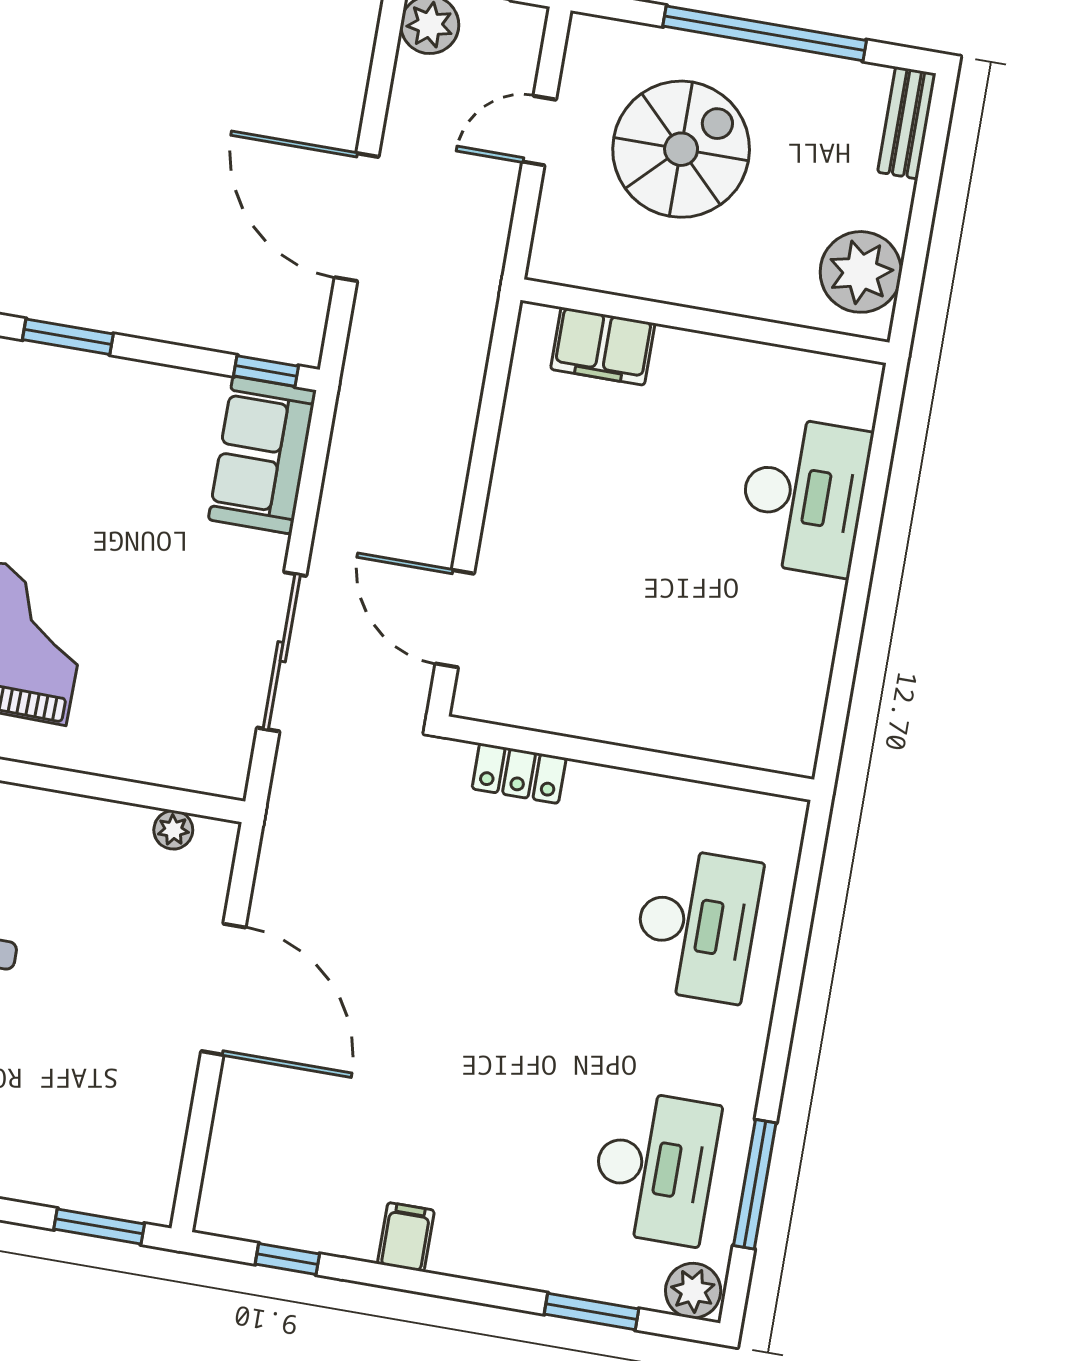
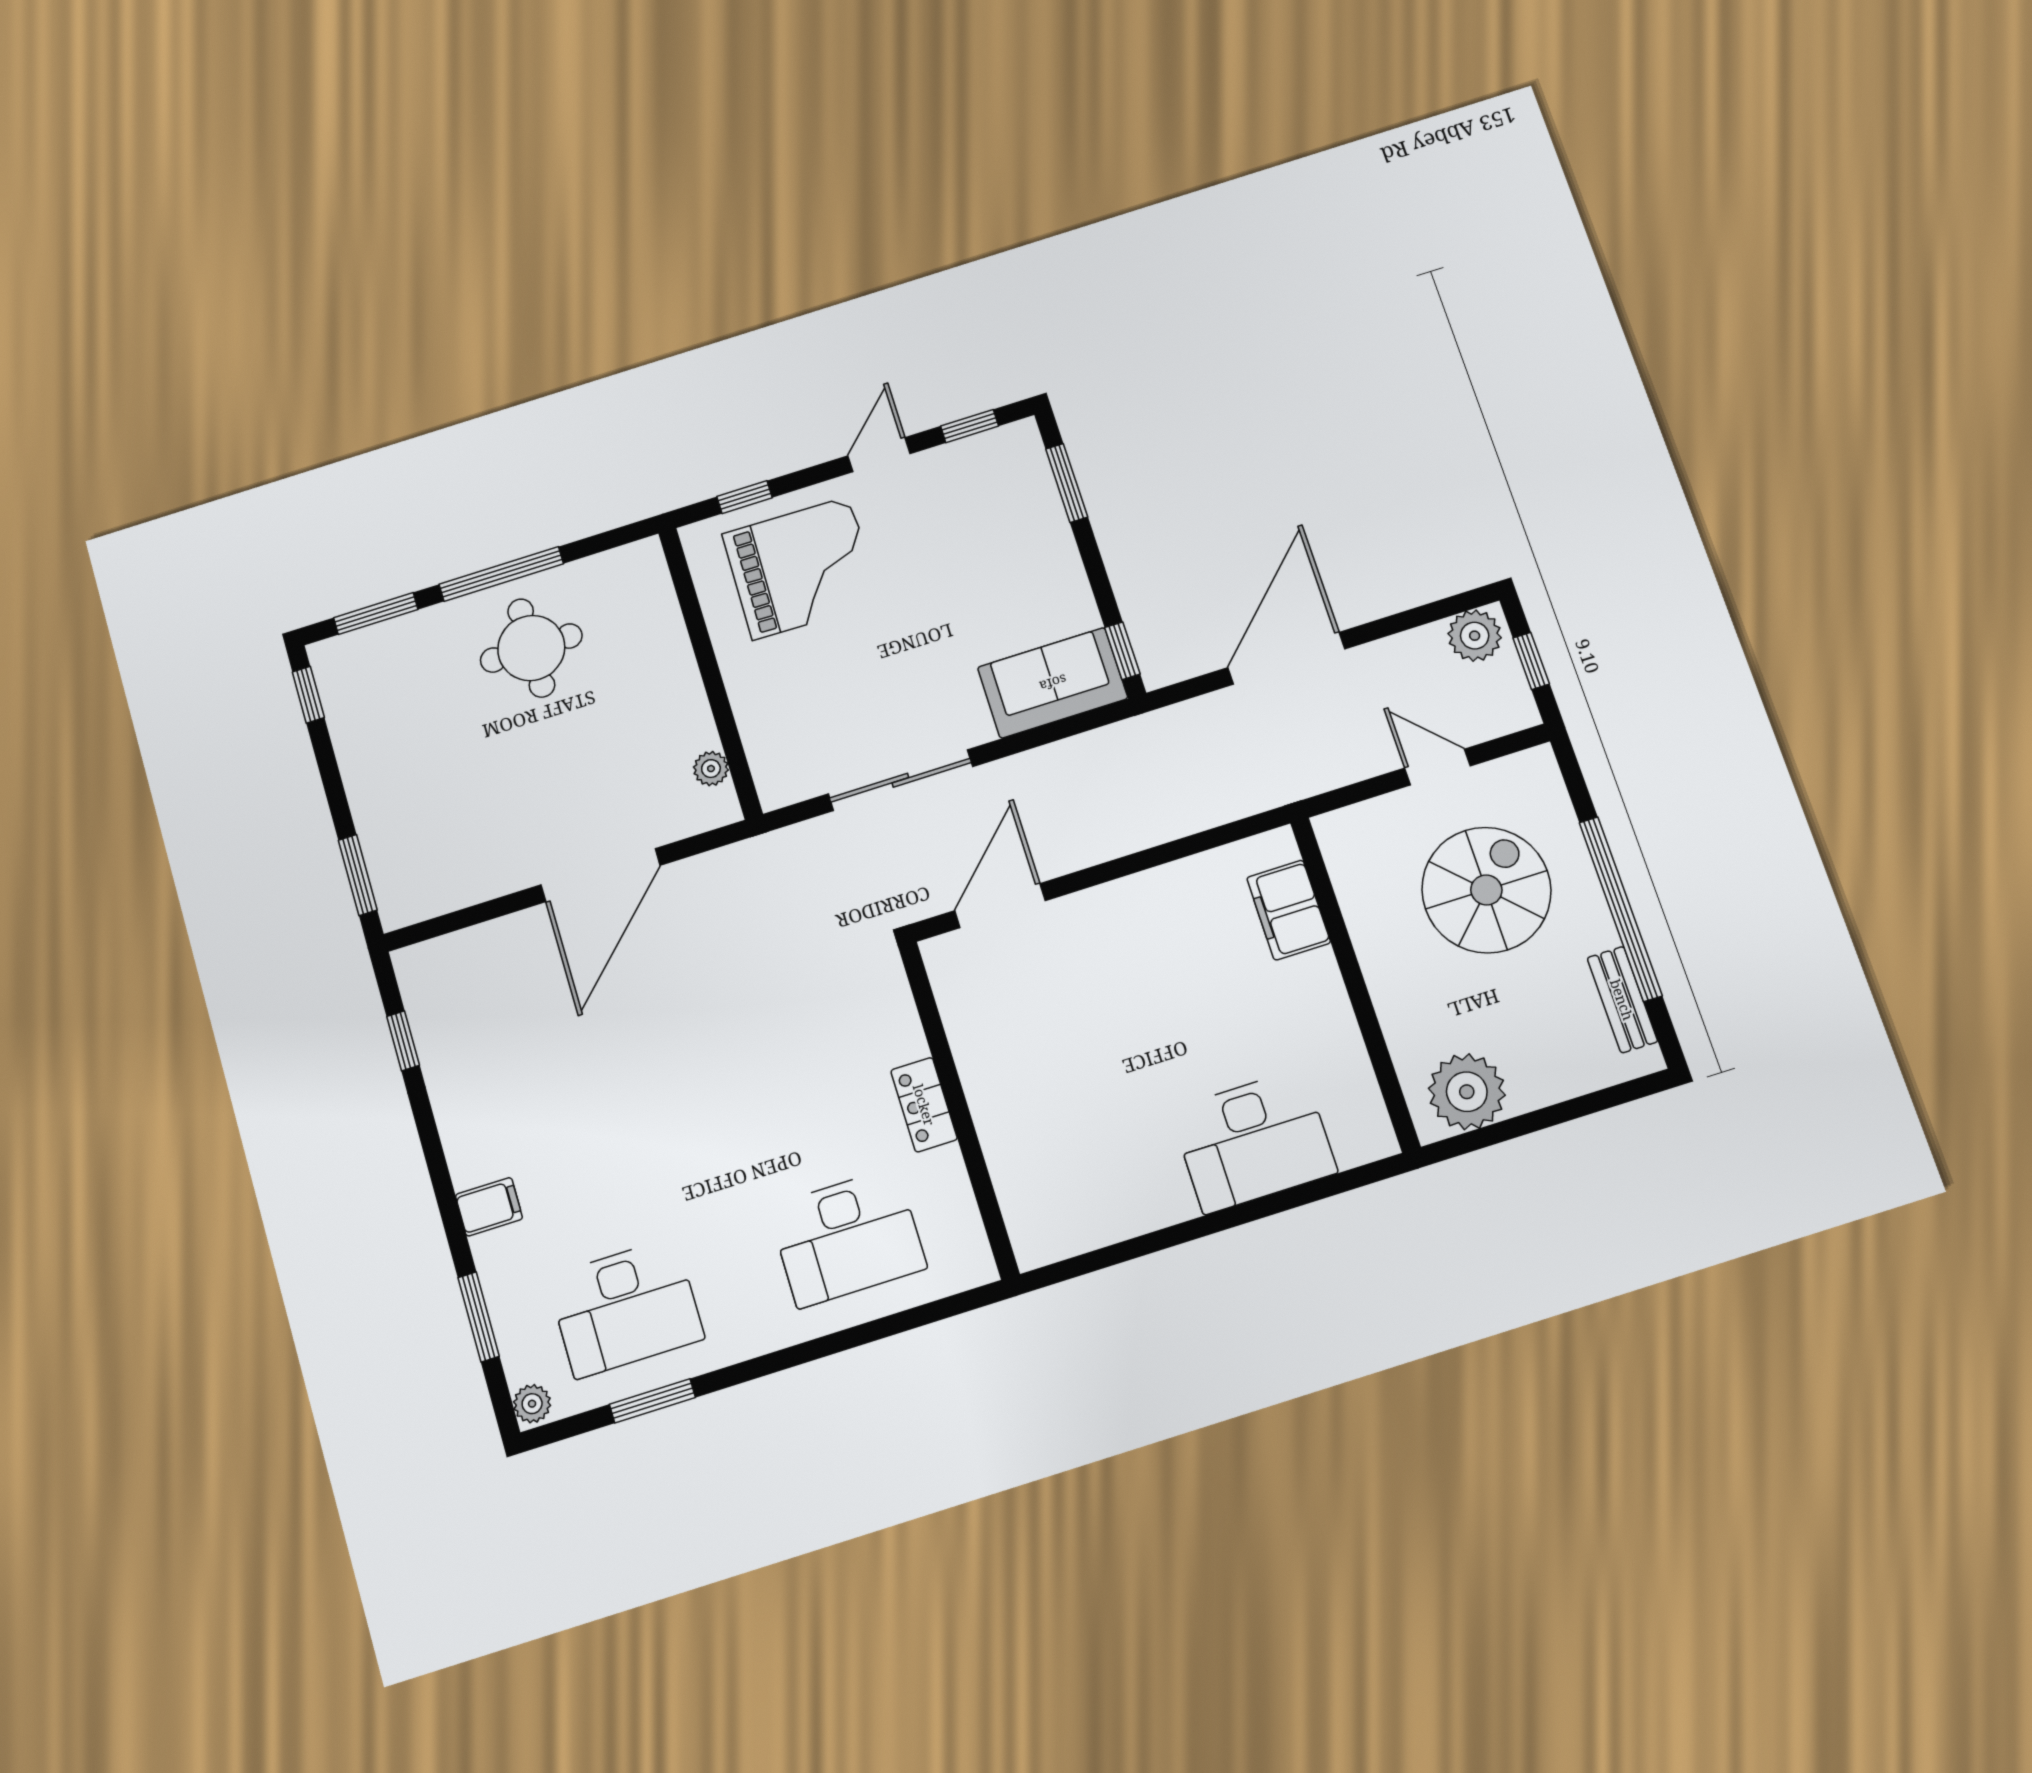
bench: (907, 123) -> (1622, 1000), moved, turned 90
spiral stairs: (681, 149) -> (1486, 890), turned -90
locker: (519, 773) -> (924, 1105), moved
window: (755, 1184) -> (652, 1401), width x0.69
filing cabinet: (406, 1237) -> (489, 1207), moved
plant: (693, 1291) -> (532, 1404), width x0.73, depth x0.73

